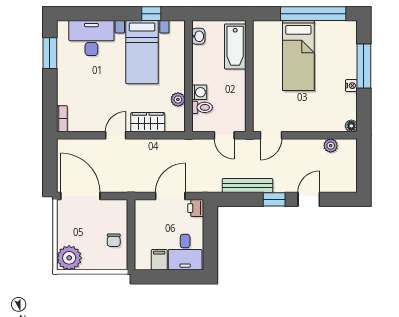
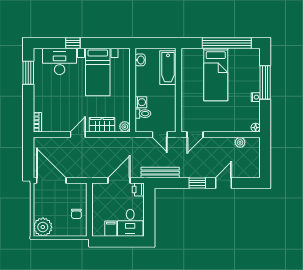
window: (151, 14) -> (73, 43), moved
plant: (178, 99) -> (125, 127), moved
bench: (248, 186) -> (160, 173), moved

